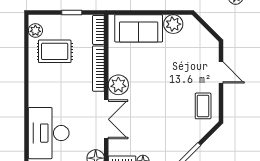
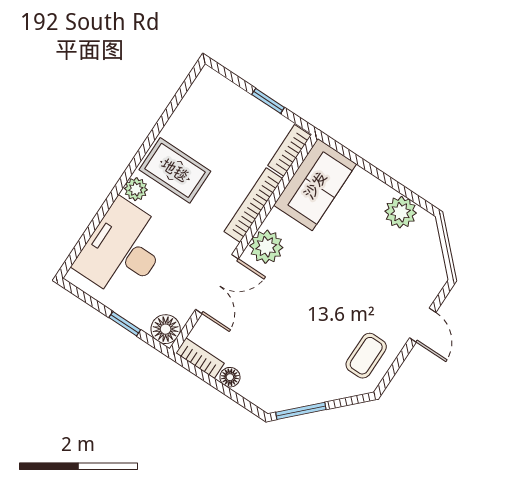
sofa: (139, 28) -> (315, 185), moved, turned -90
plant: (35, 30) -> (136, 189), moved
rug: (55, 51) -> (175, 170), moved

